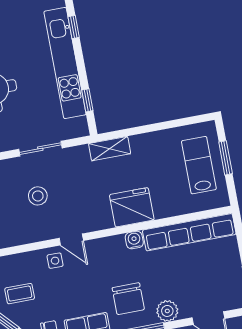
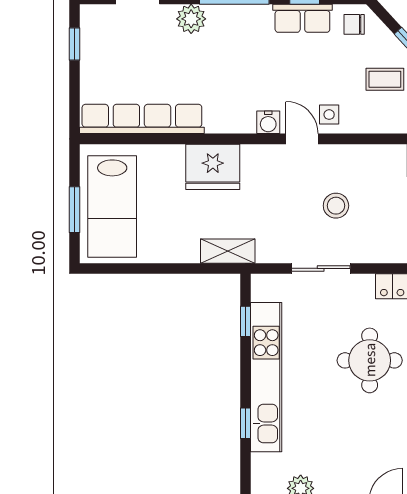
lab bench: (199, 165) -> (112, 207), width x1.36, depth x1.39
water cooler: (134, 240) -> (268, 122), moved
chair: (128, 299) -> (241, 45), removed

